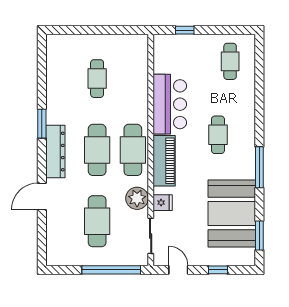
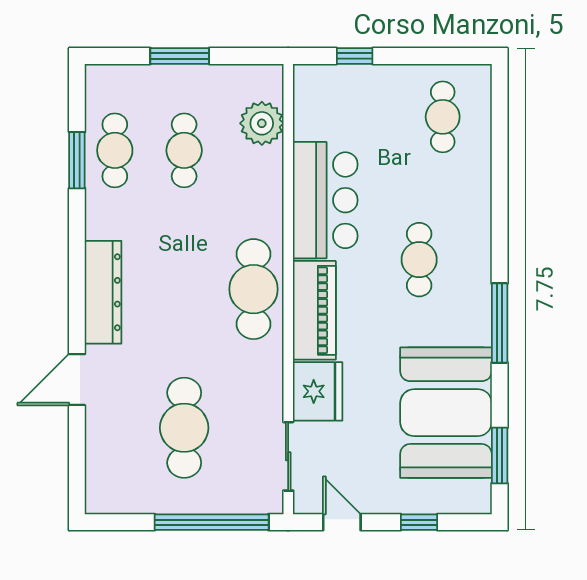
window: (95, 30) -> (180, 56), added
window: (42, 124) -> (77, 160), moved
cafe table: (97, 150) -> (115, 150), moved, width x0.73, depth x0.74
plant: (137, 198) -> (262, 123), moved
fridge: (163, 203) -> (318, 391), width x1.88, depth x1.34

